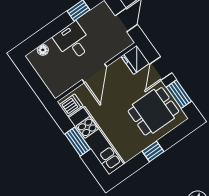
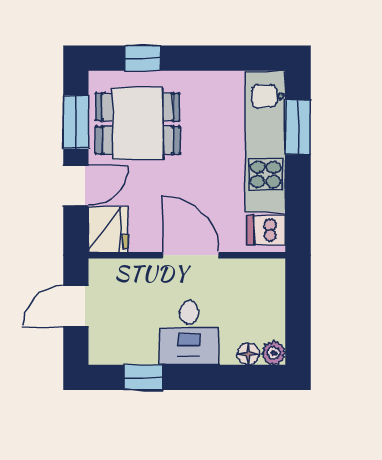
plant: (33, 57) -> (274, 353), added
door: (94, 73) -> (190, 255), hinge flipped
window: (78, 142) -> (298, 127), moved
window: (153, 151) -> (143, 58), moved

